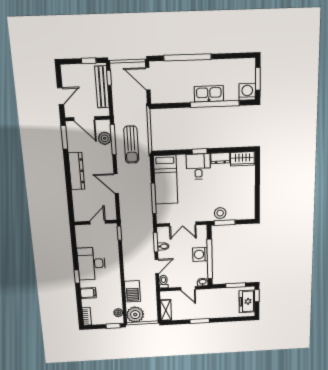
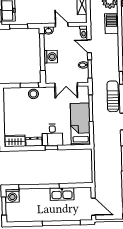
kitchen sink: (209, 94) -> (62, 194), moved
sun lounger: (131, 145) -> (113, 96), moved
double door: (183, 224) -> (66, 85), swing flipped
door: (157, 267) -> (89, 46), hinge flipped

